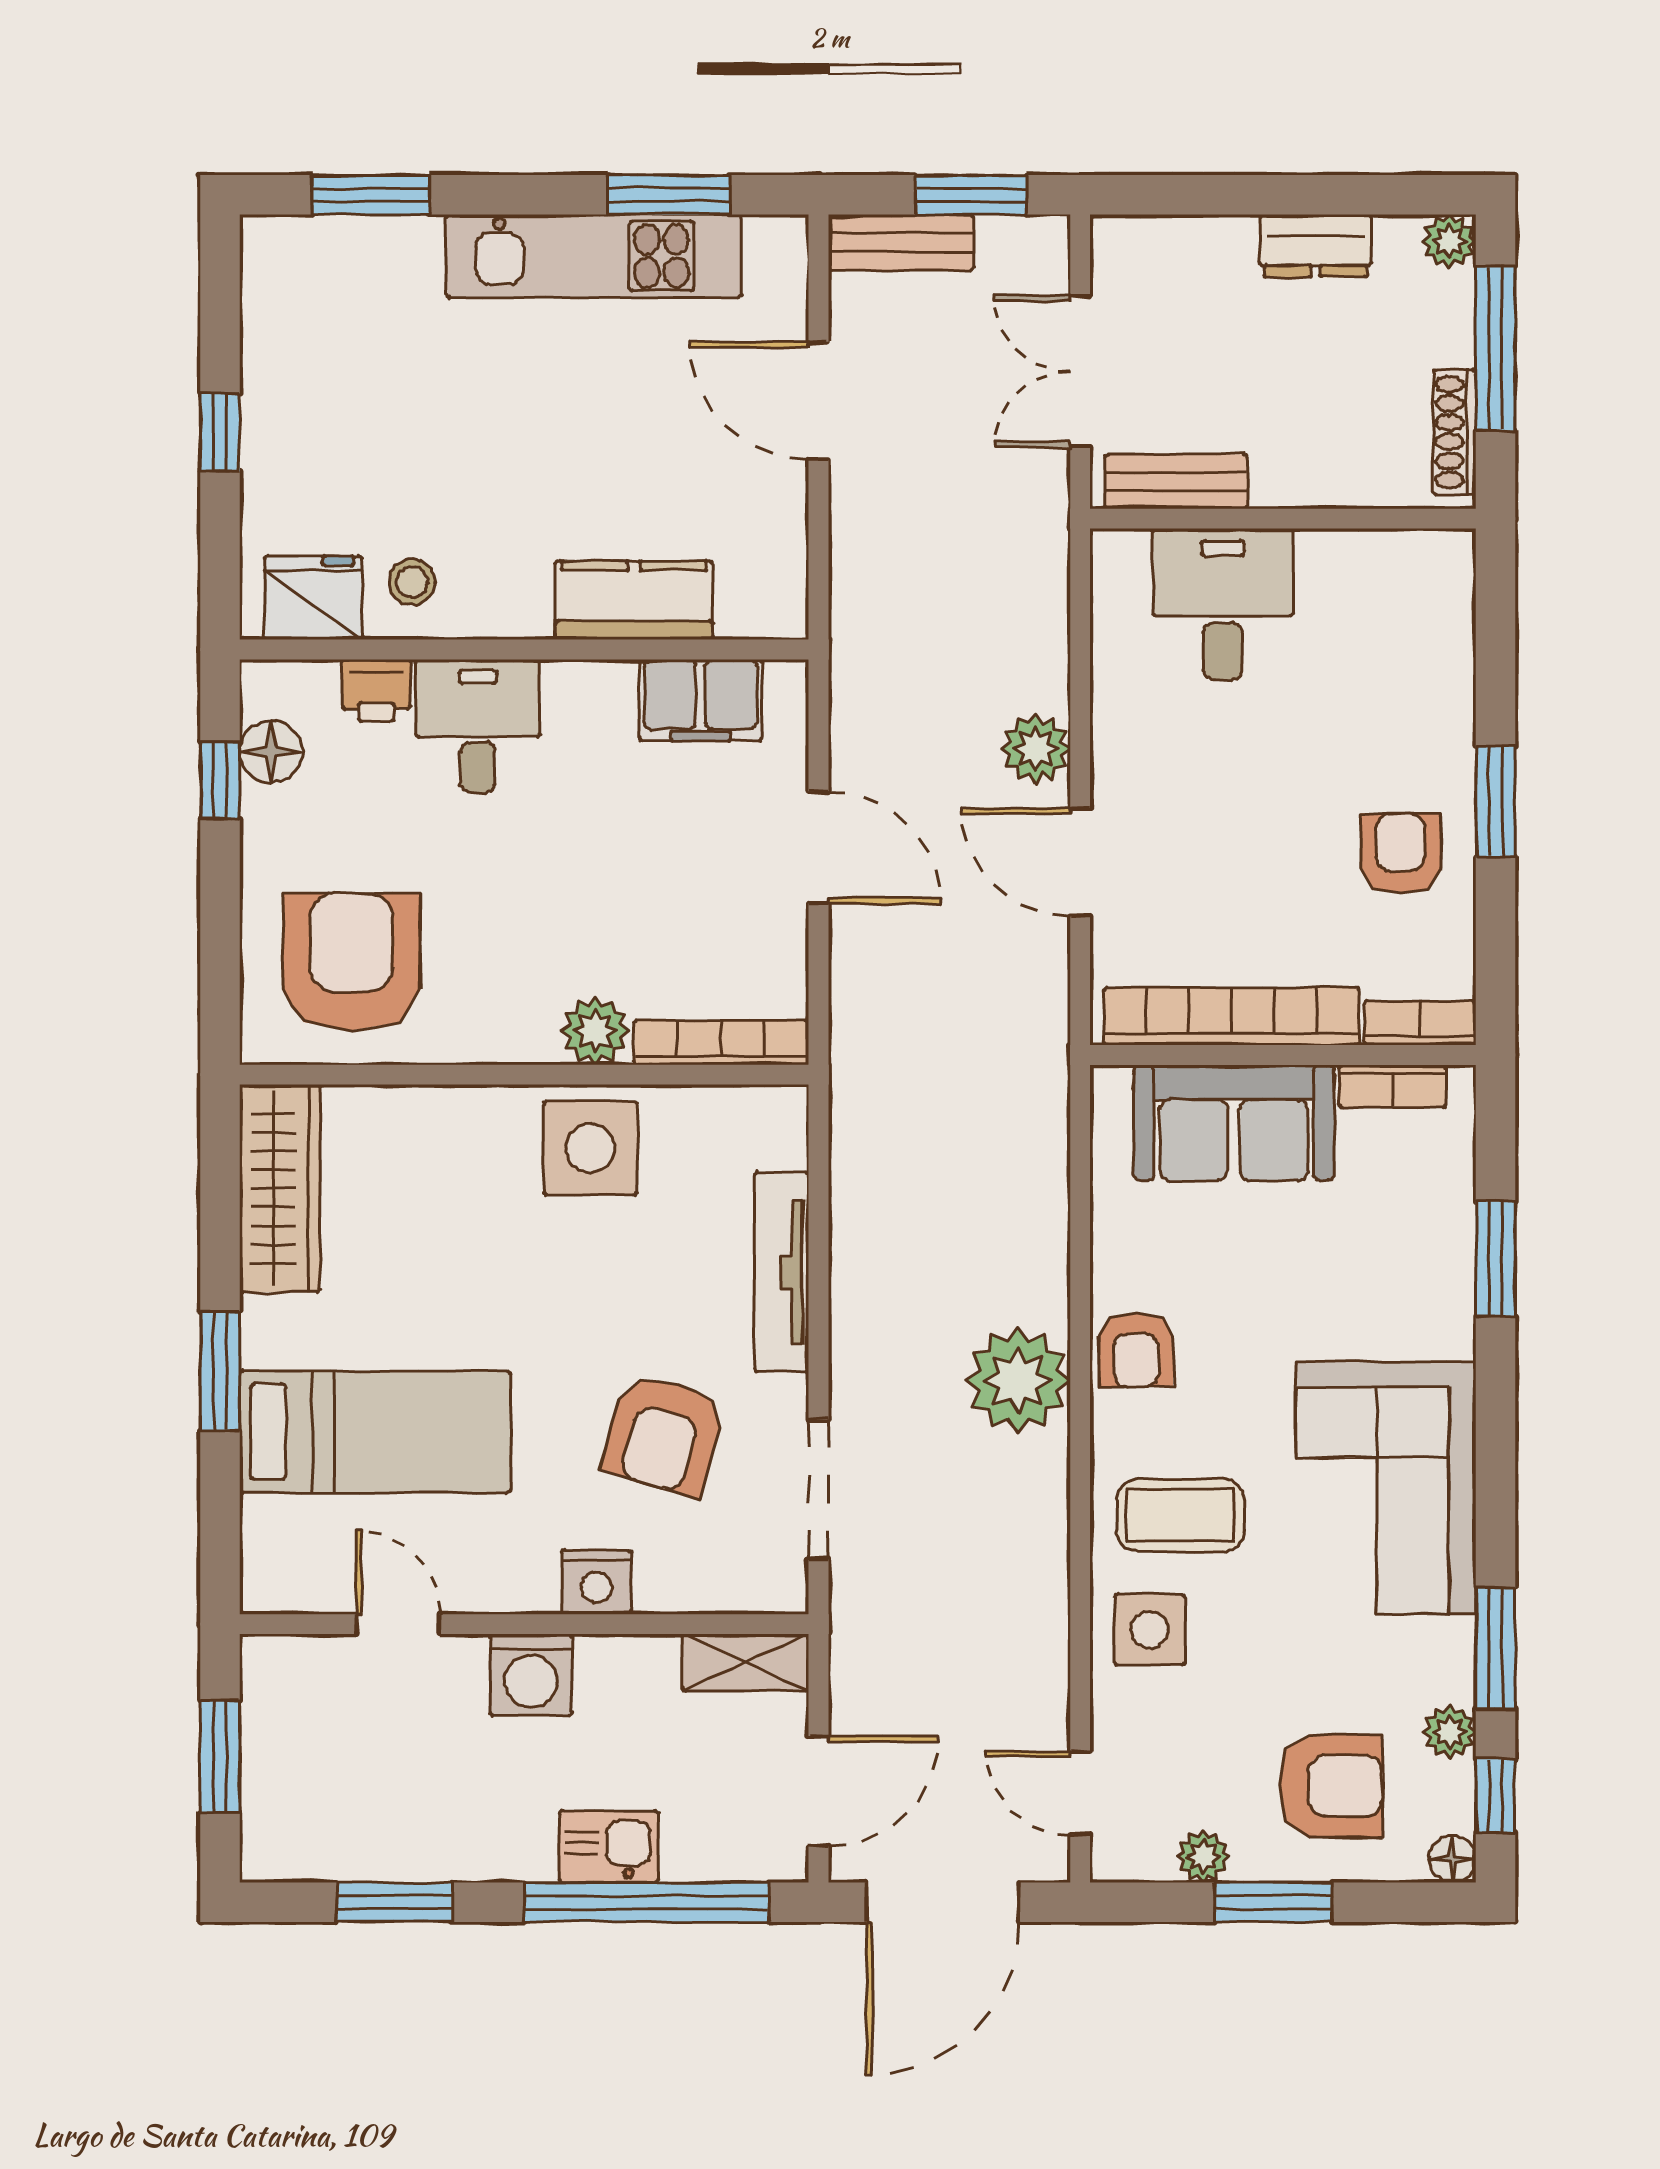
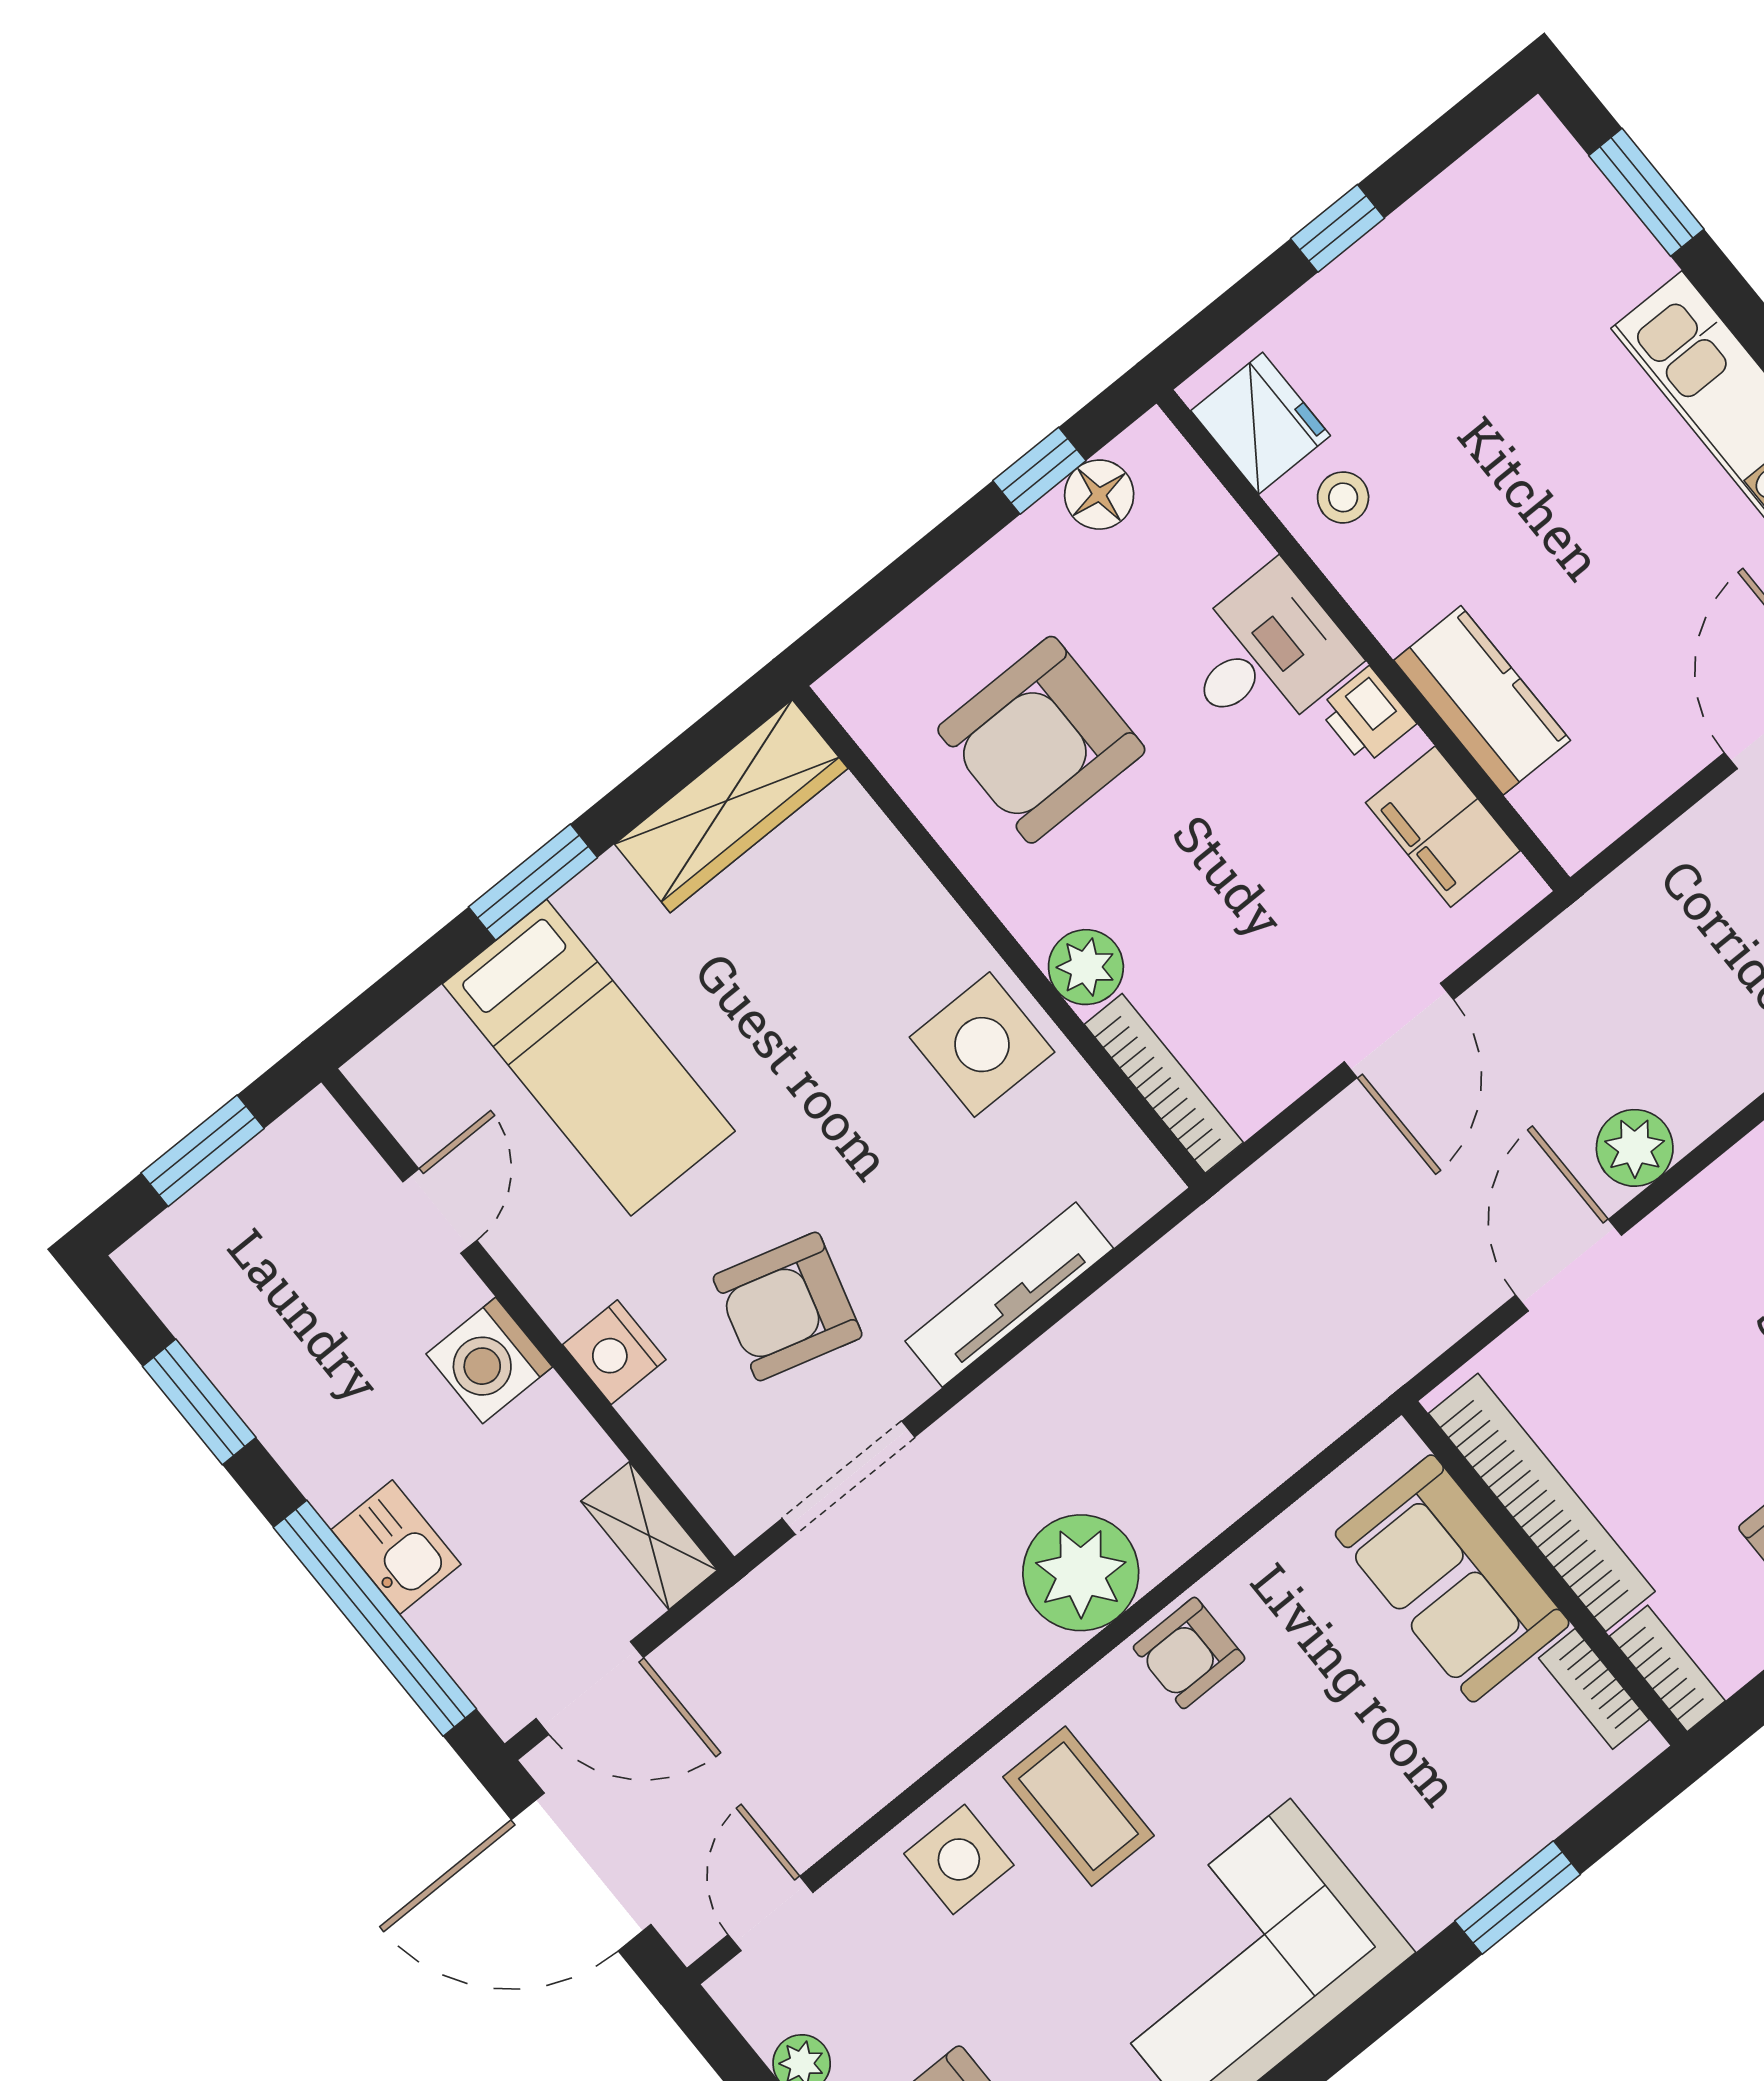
printer: (376, 690) -> (1367, 716), moved
armchair: (352, 962) -> (1041, 740), moved, turned 180

